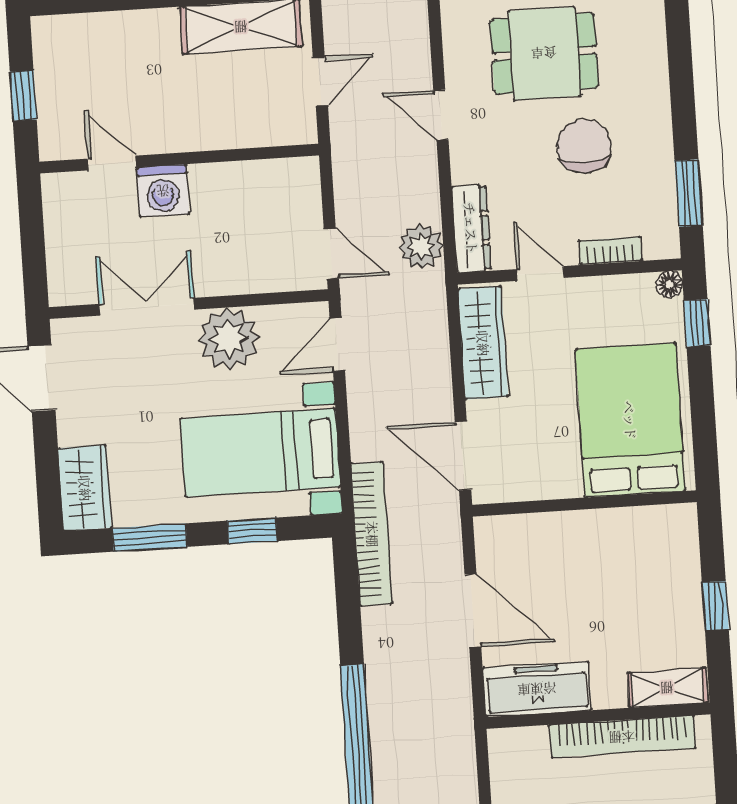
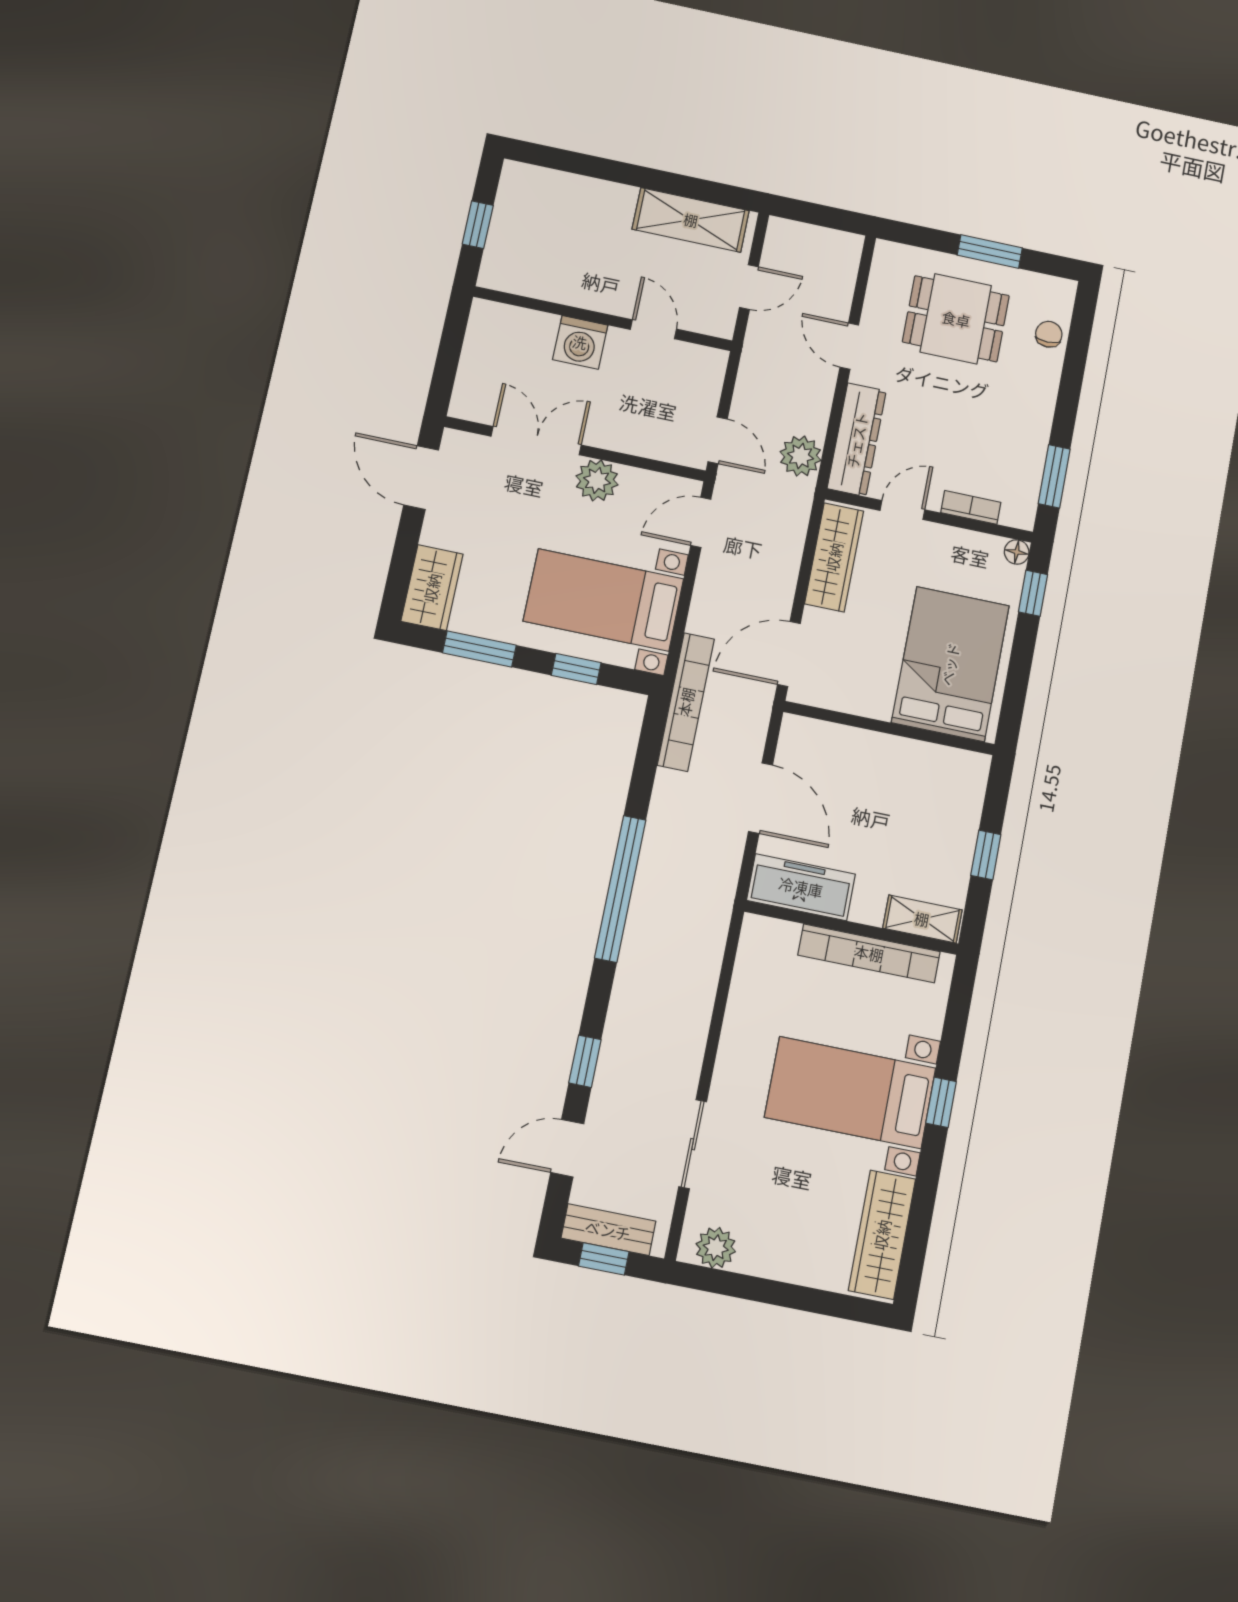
chair: (584, 146) -> (1049, 334), moved, width x0.54, depth x0.54
door: (112, 163) -> (653, 329), moved
dresser: (471, 228) -> (857, 440), width x1.37, depth x1.24
door: (540, 273) -> (902, 510), hinge flipped
plant: (229, 339) -> (597, 480), width x0.73, depth x0.73
door: (463, 456) -> (789, 654), hinge flipped

